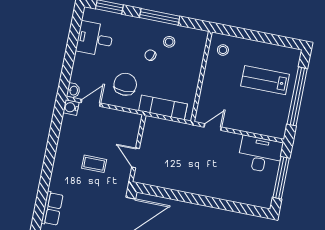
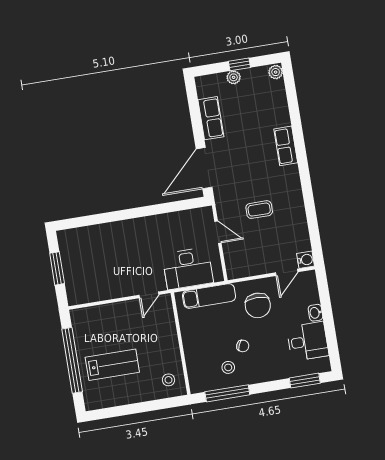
window: (160, 17) -> (227, 393), moved
washbasin: (73, 91) -> (315, 313), moved
desk: (260, 154) -> (188, 268), moved
window: (281, 178) -> (57, 268), width x0.69

